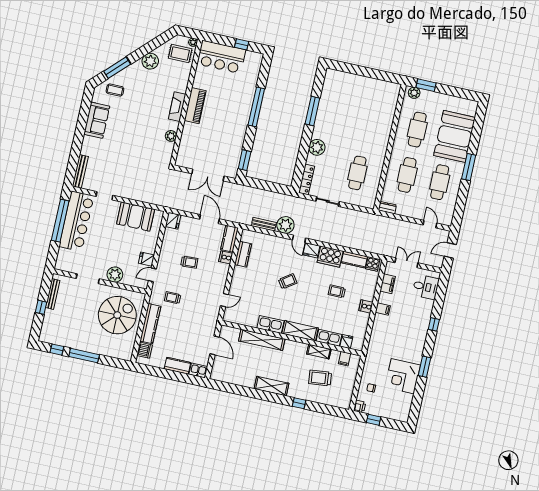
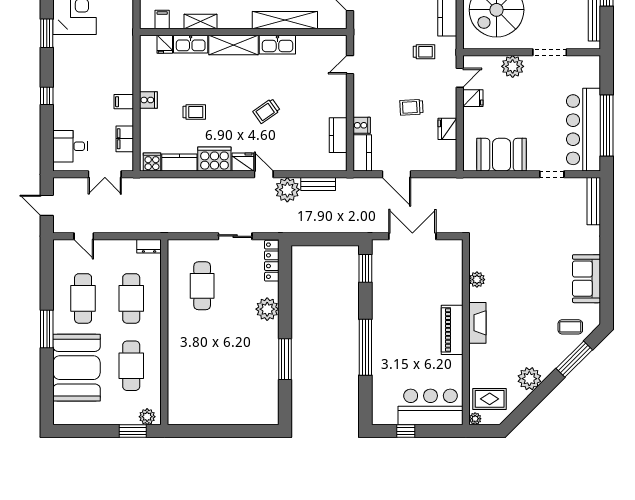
fridge: (173, 221) -> (447, 129), moved
door: (450, 250) -> (47, 205), swing flipped

